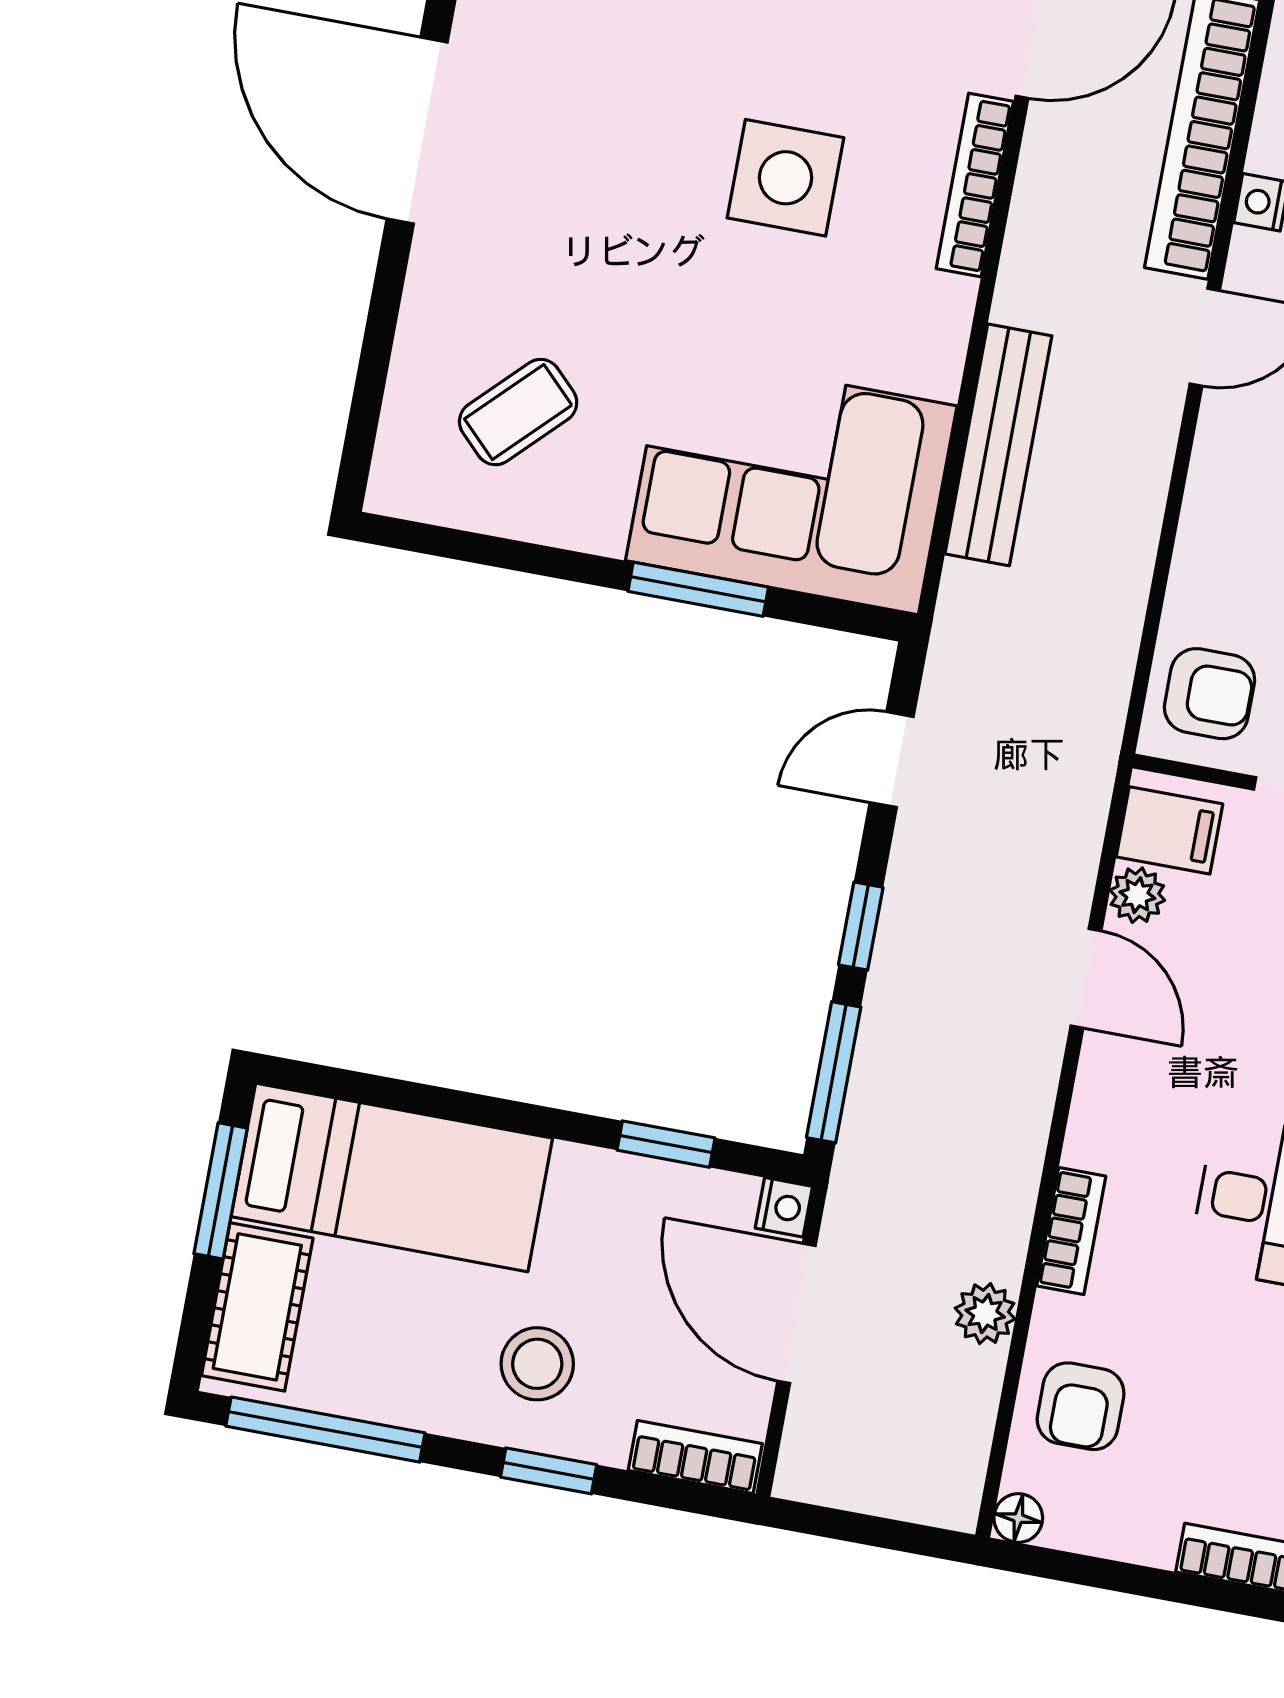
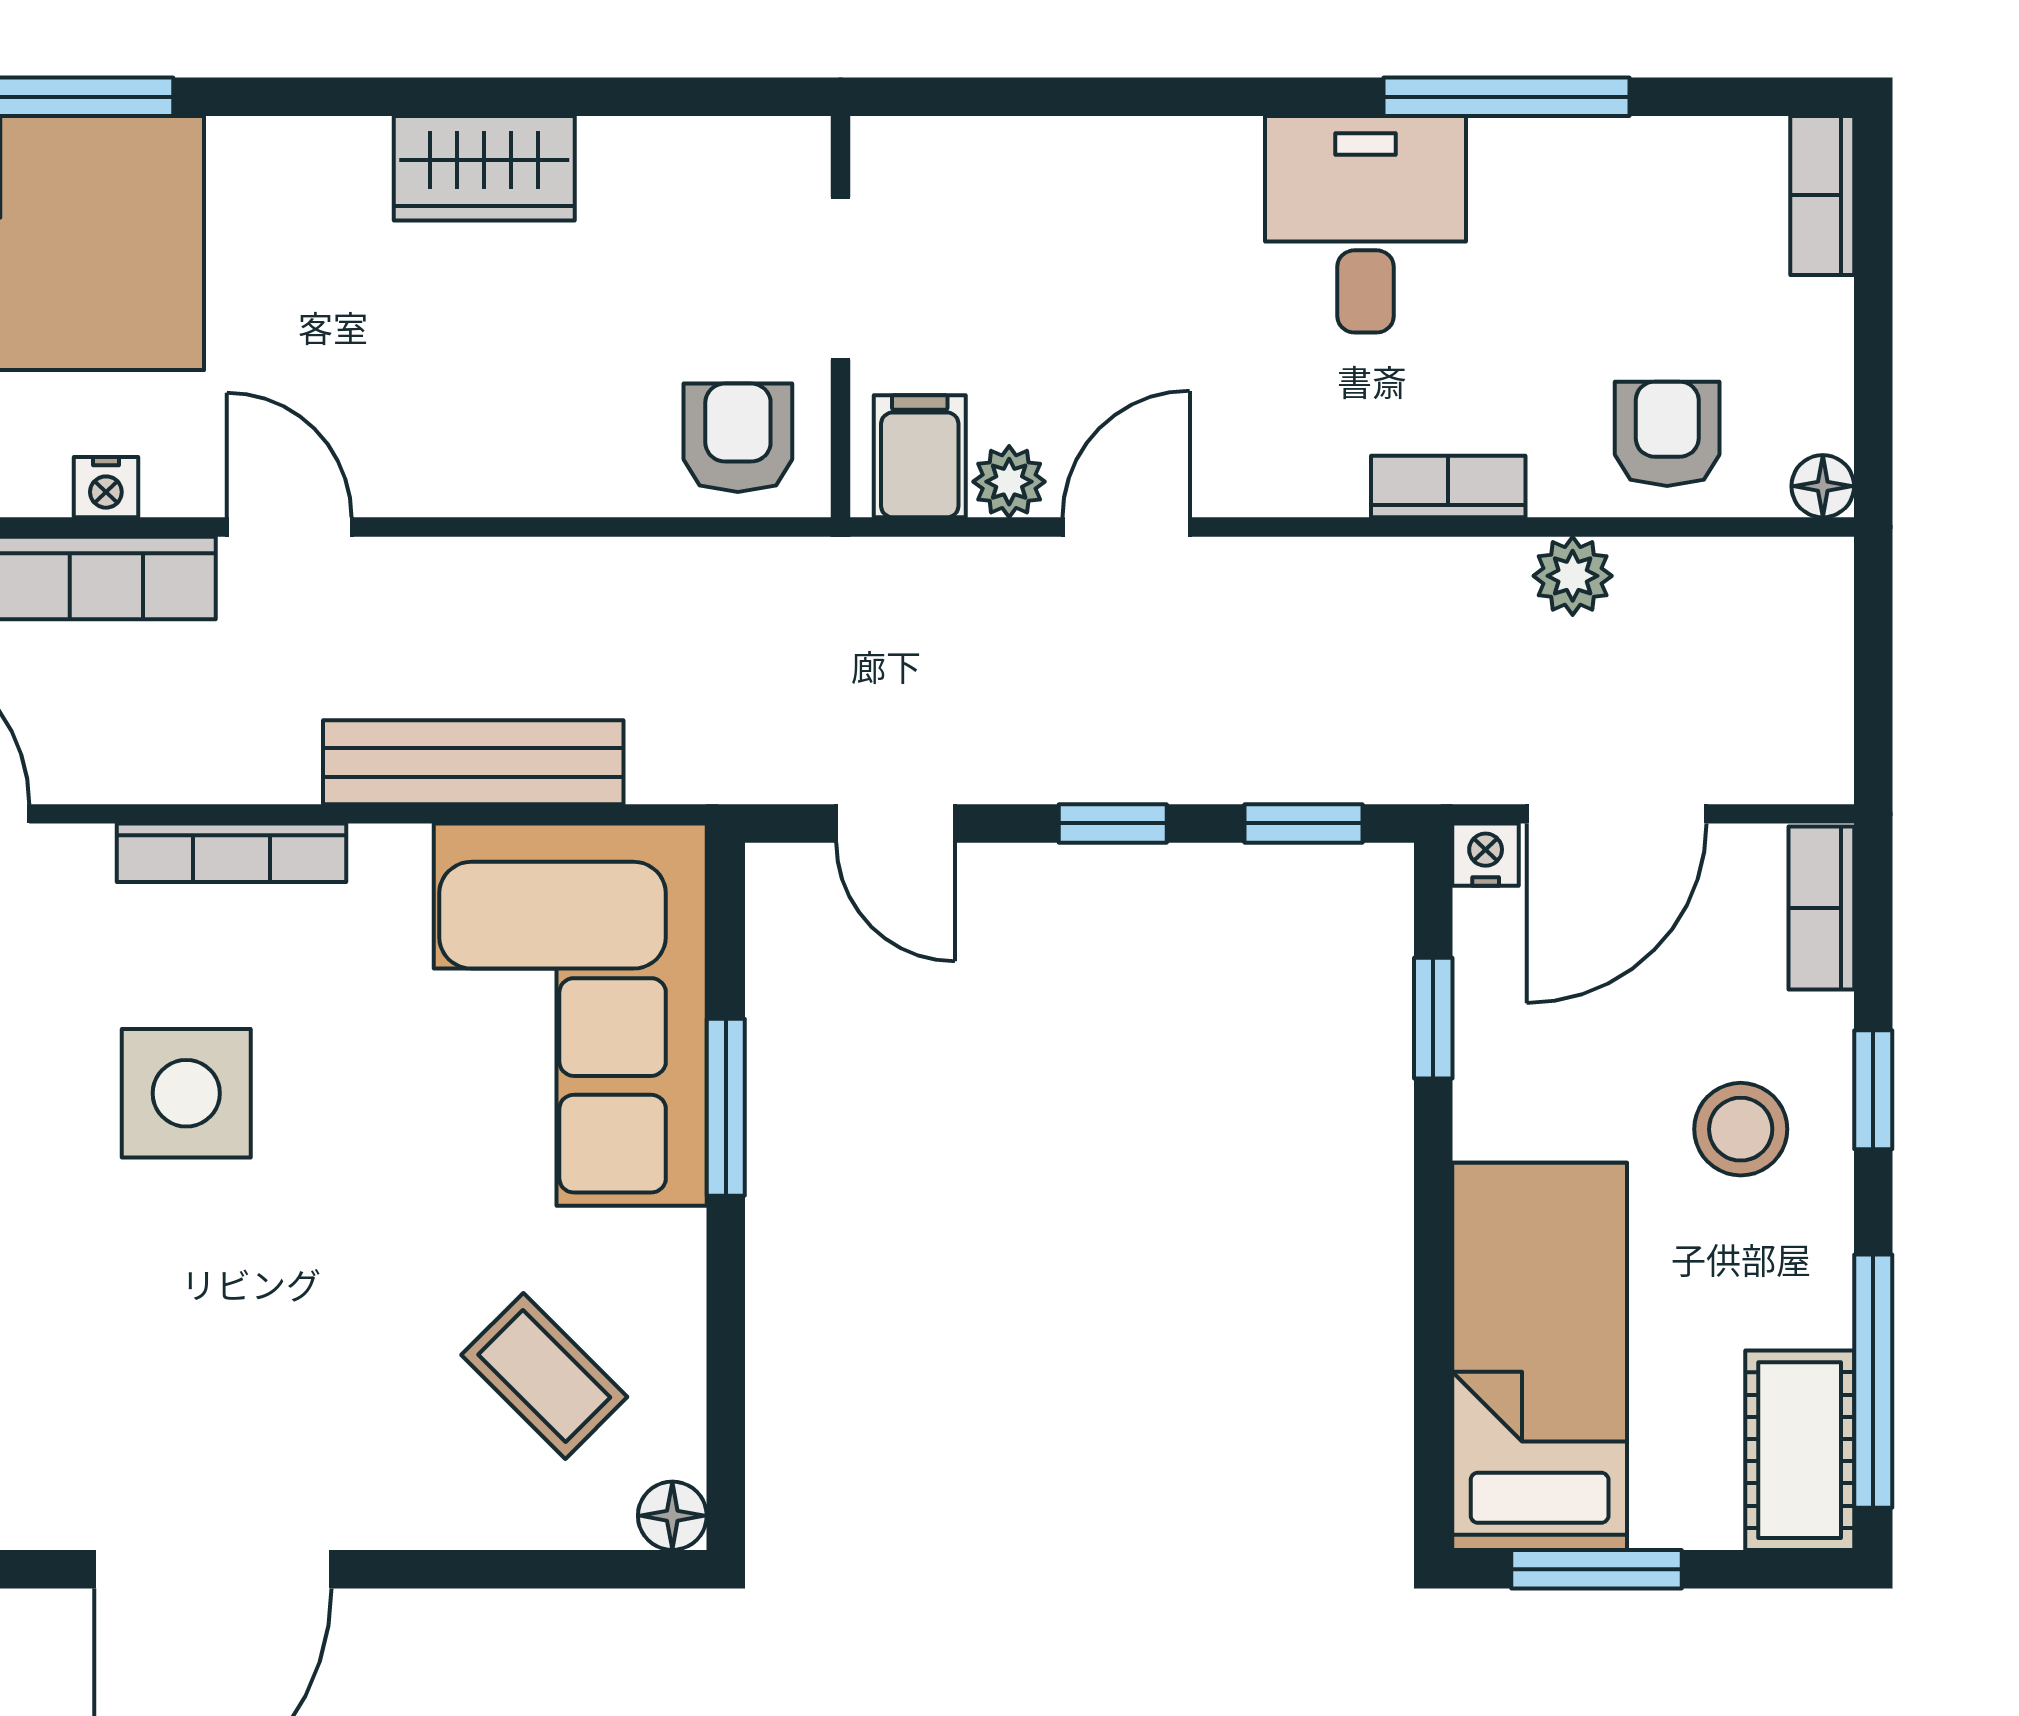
bookcase: (975, 185) -> (232, 853), moved
floor lamp: (393, 490) -> (672, 1516), added
window: (834, 1072) -> (1304, 823), width x0.67
cot: (257, 1307) -> (1800, 1450), moved, turned 90
armchair: (1081, 1406) -> (1667, 434), turned -90

